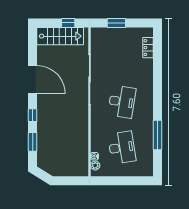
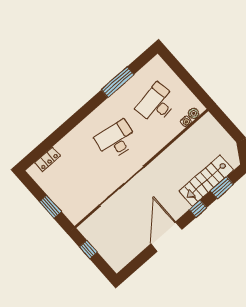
stairs: (60, 36) -> (206, 181), moved, turned -90

